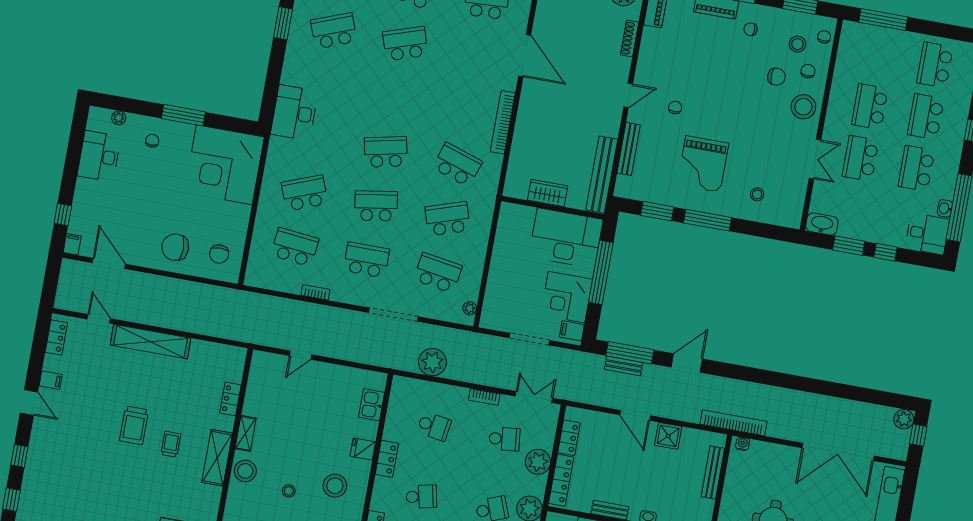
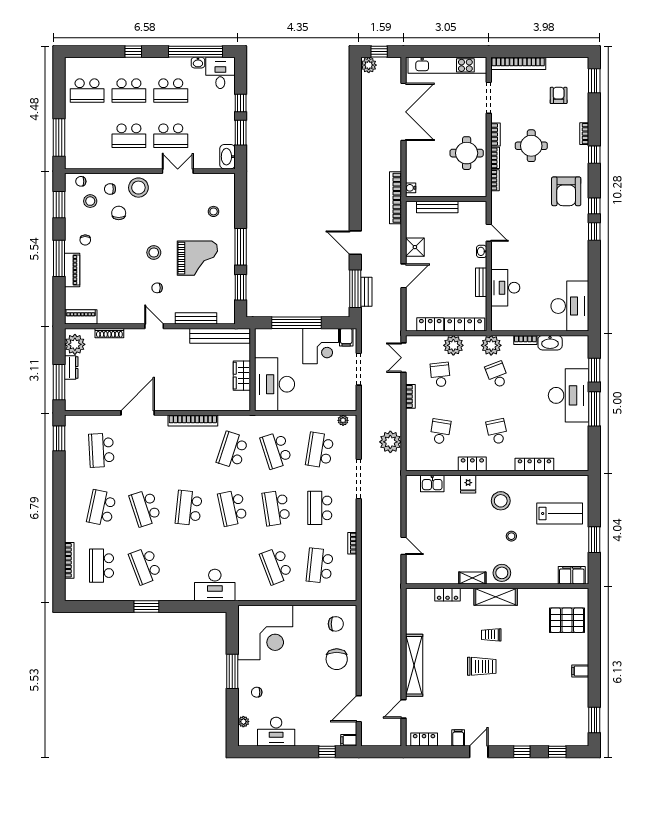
school desk: (396, 98) -> (189, 508), added
stool: (720, 111) -> (154, 252), added
desk: (566, 238) -> (275, 384), moved

